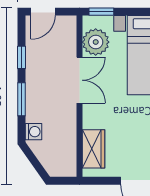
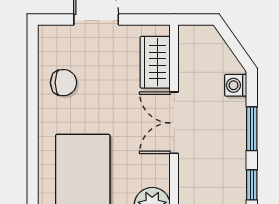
double door: (79, 80) -> (174, 123), moved

